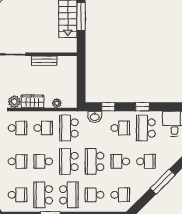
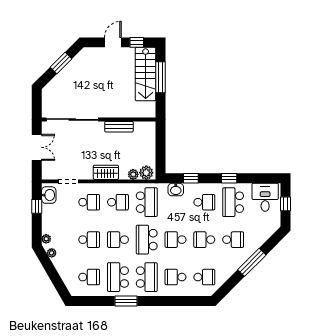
plant: (14, 102) -> (146, 173), moved
school desk: (69, 128) -> (147, 202), turned 180
school desk: (95, 161) -> (176, 240), width x0.54

